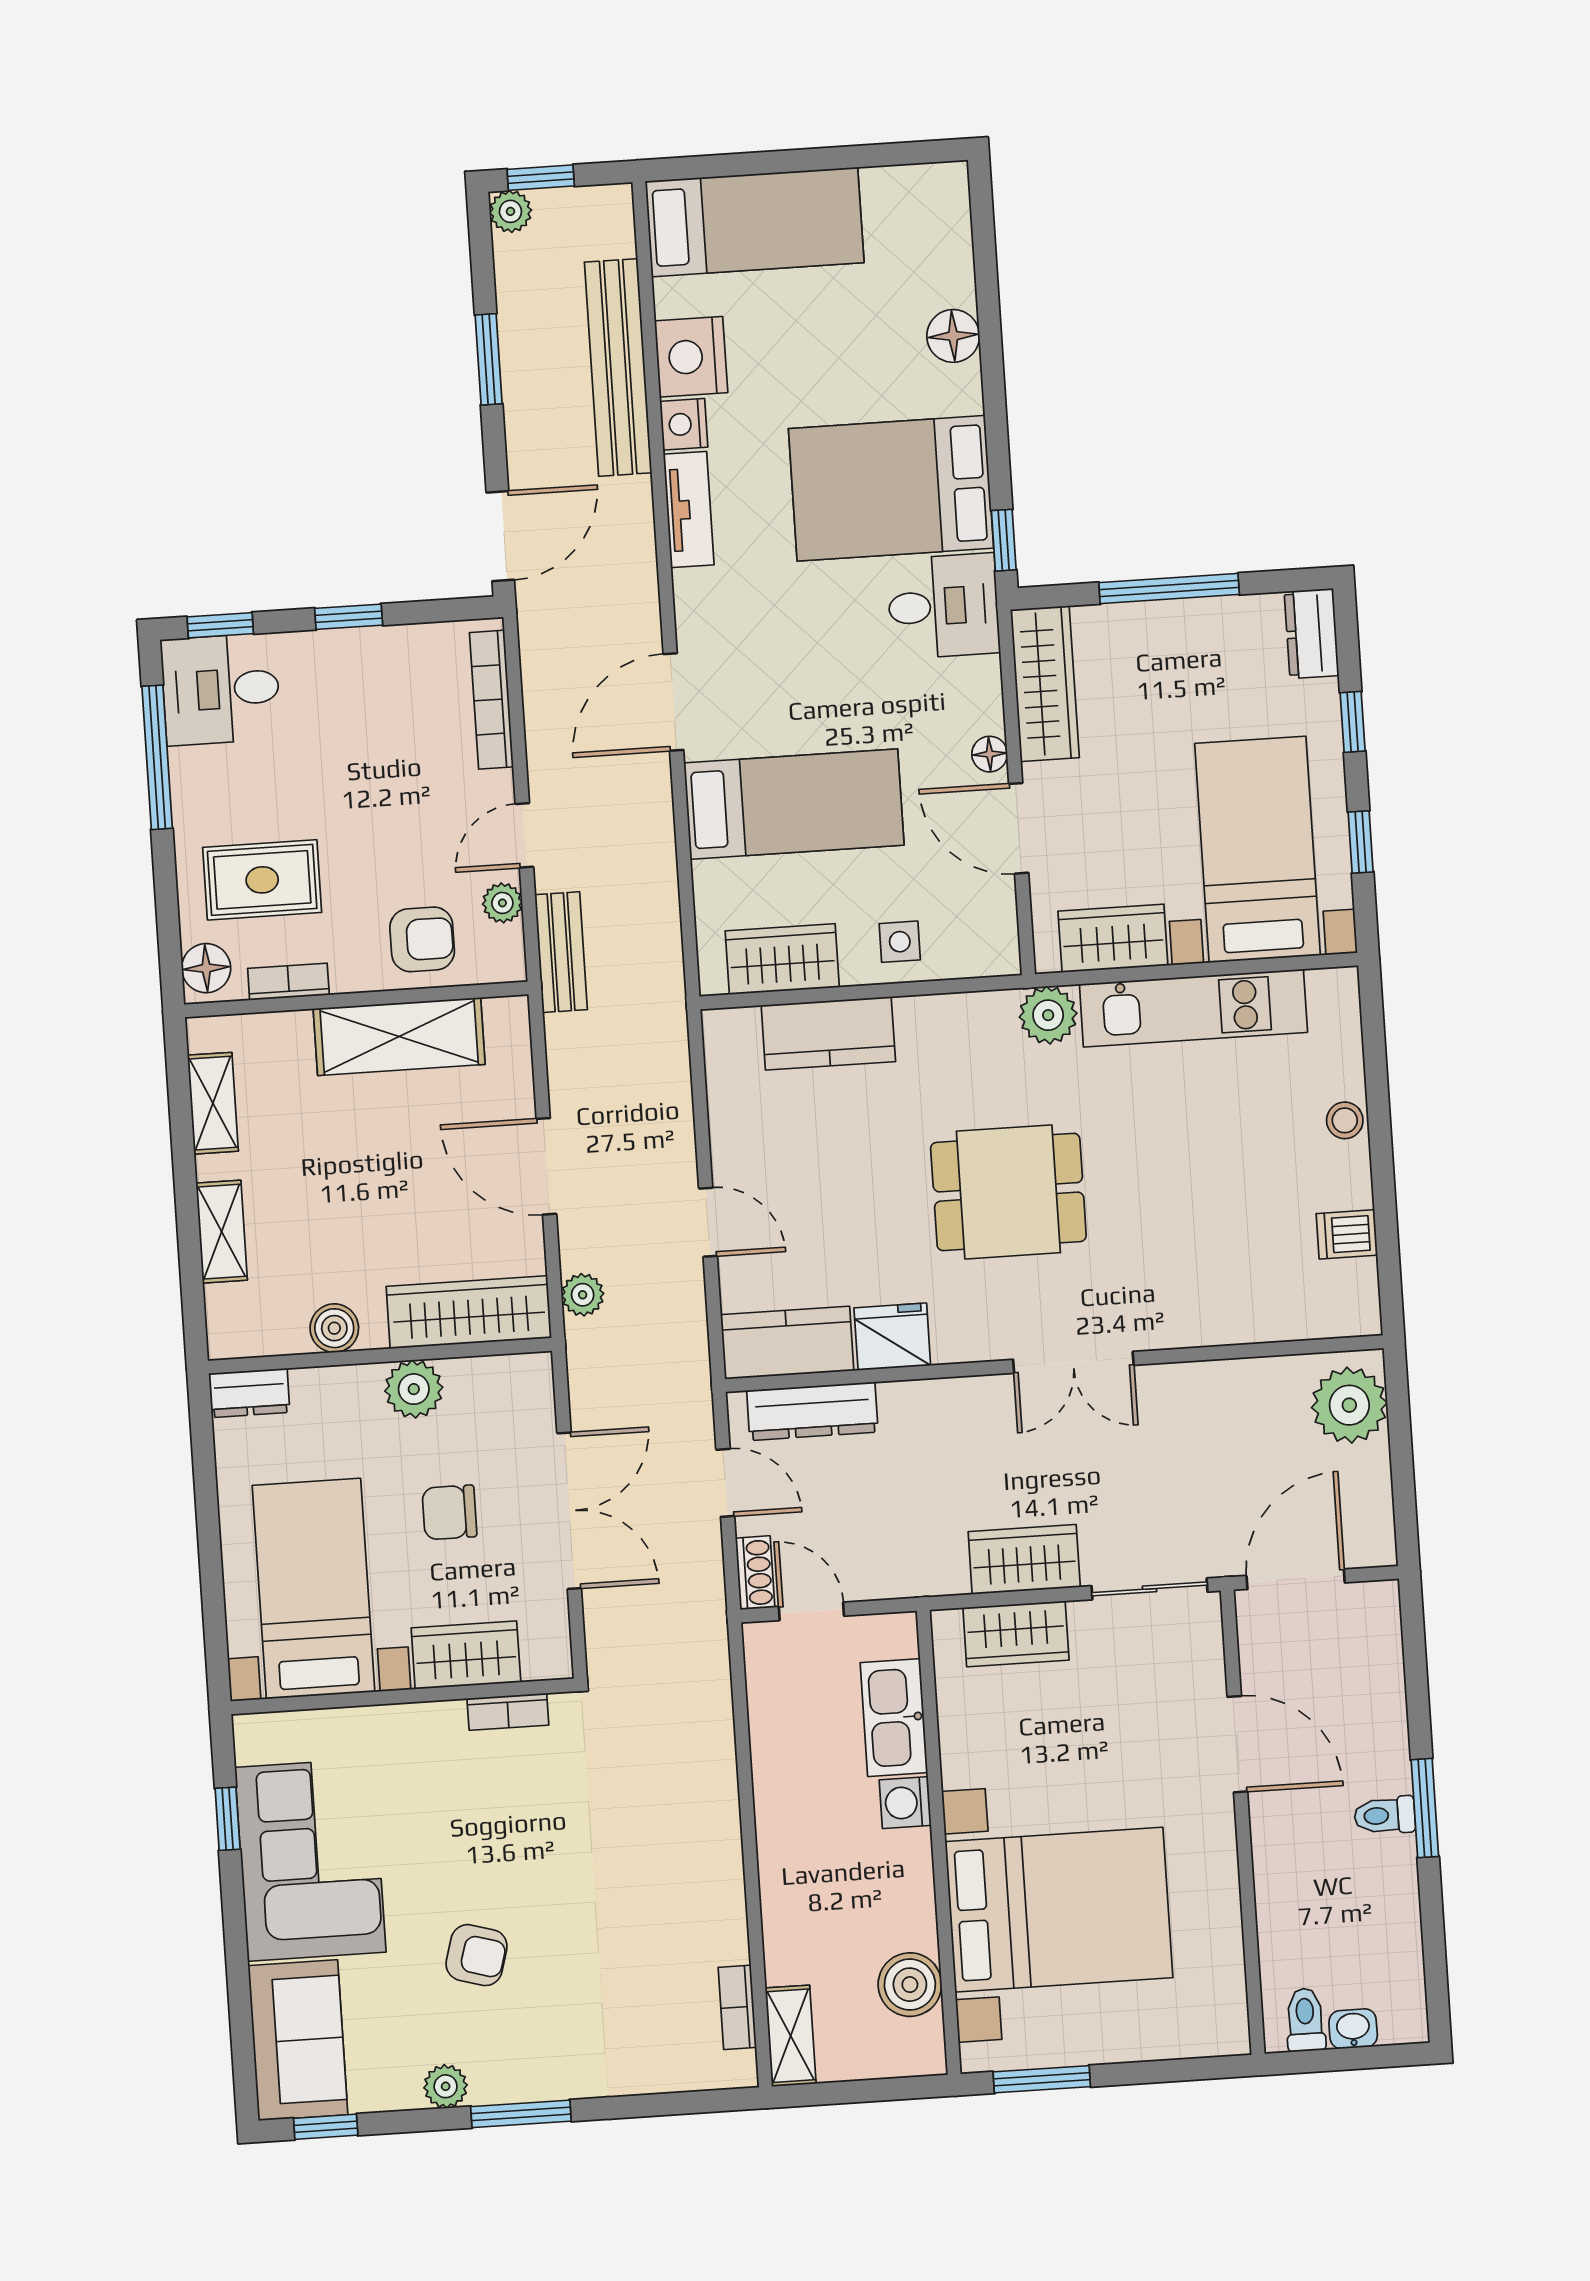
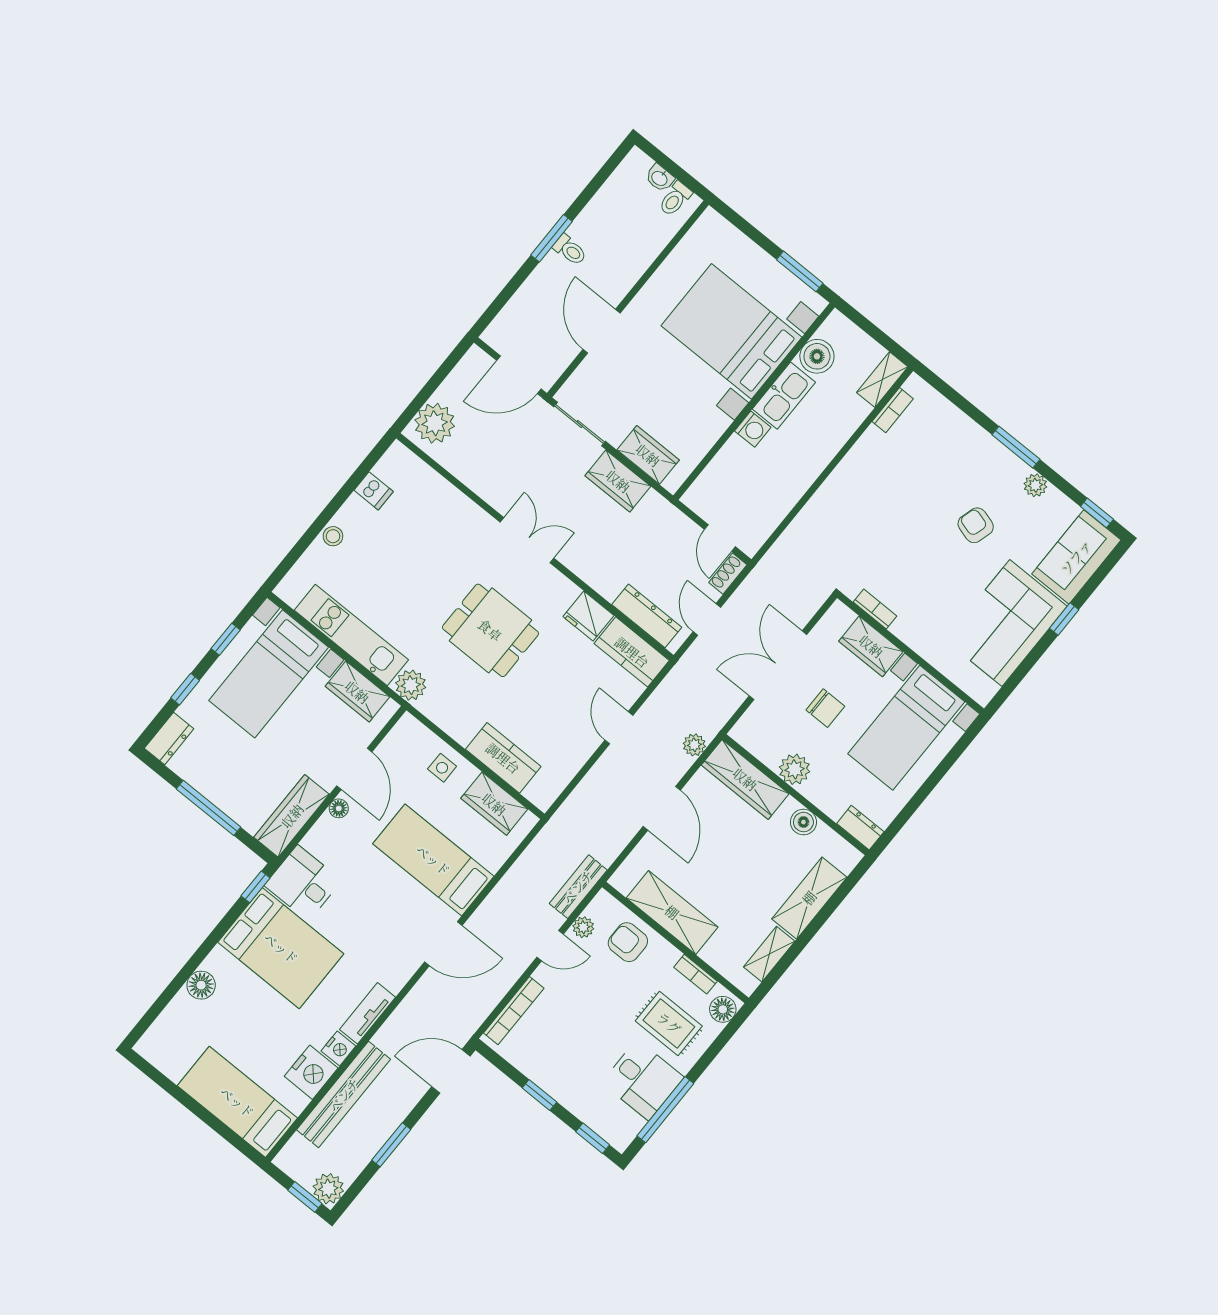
plant: (510, 211) -> (328, 1189), width x1.38, depth x1.38
desk: (221, 689) -> (643, 1080), moved
shelving: (222, 1232) -> (809, 898), width x1.50, depth x1.33
kitchen sink: (894, 1718) -> (784, 396), moved
window: (228, 1819) -> (1064, 619), moved

